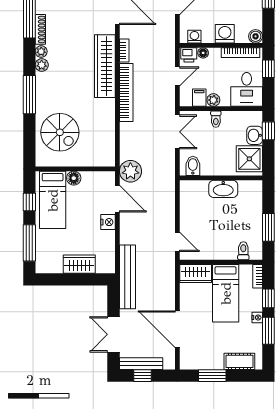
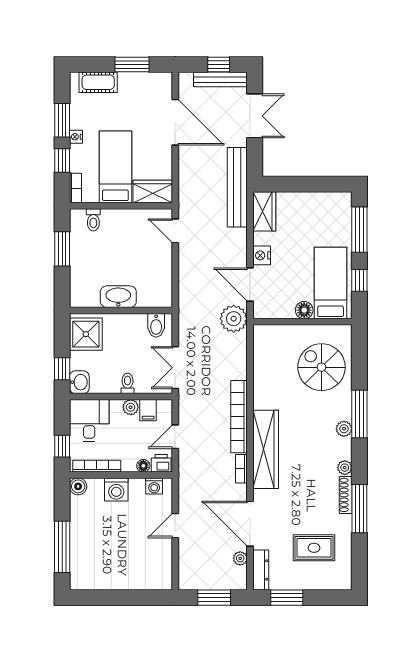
plant: (42, 65) -> (344, 429), moved
washbasin: (255, 135) -> (79, 382), moved
wardrobe: (79, 264) -> (264, 211), moved, turned -90

